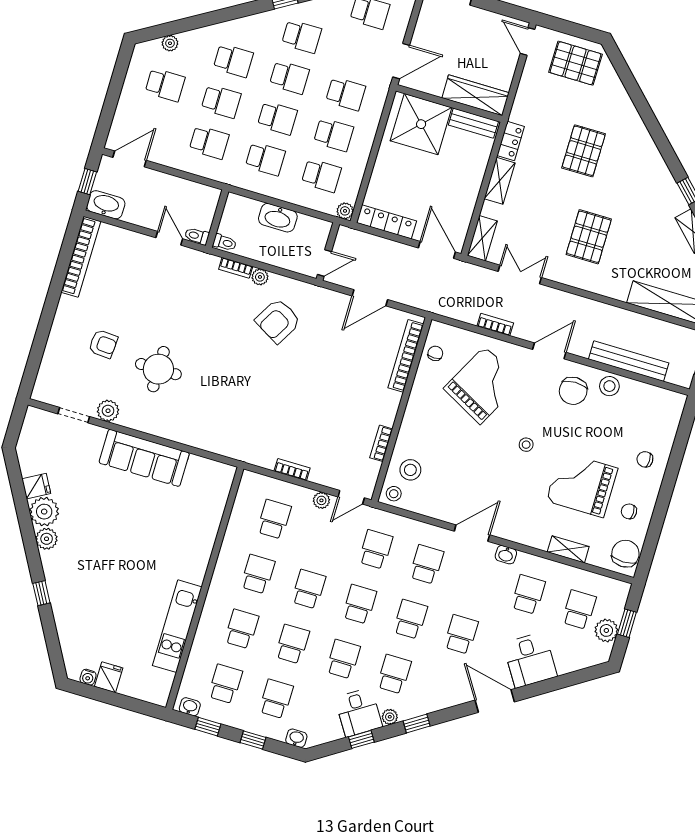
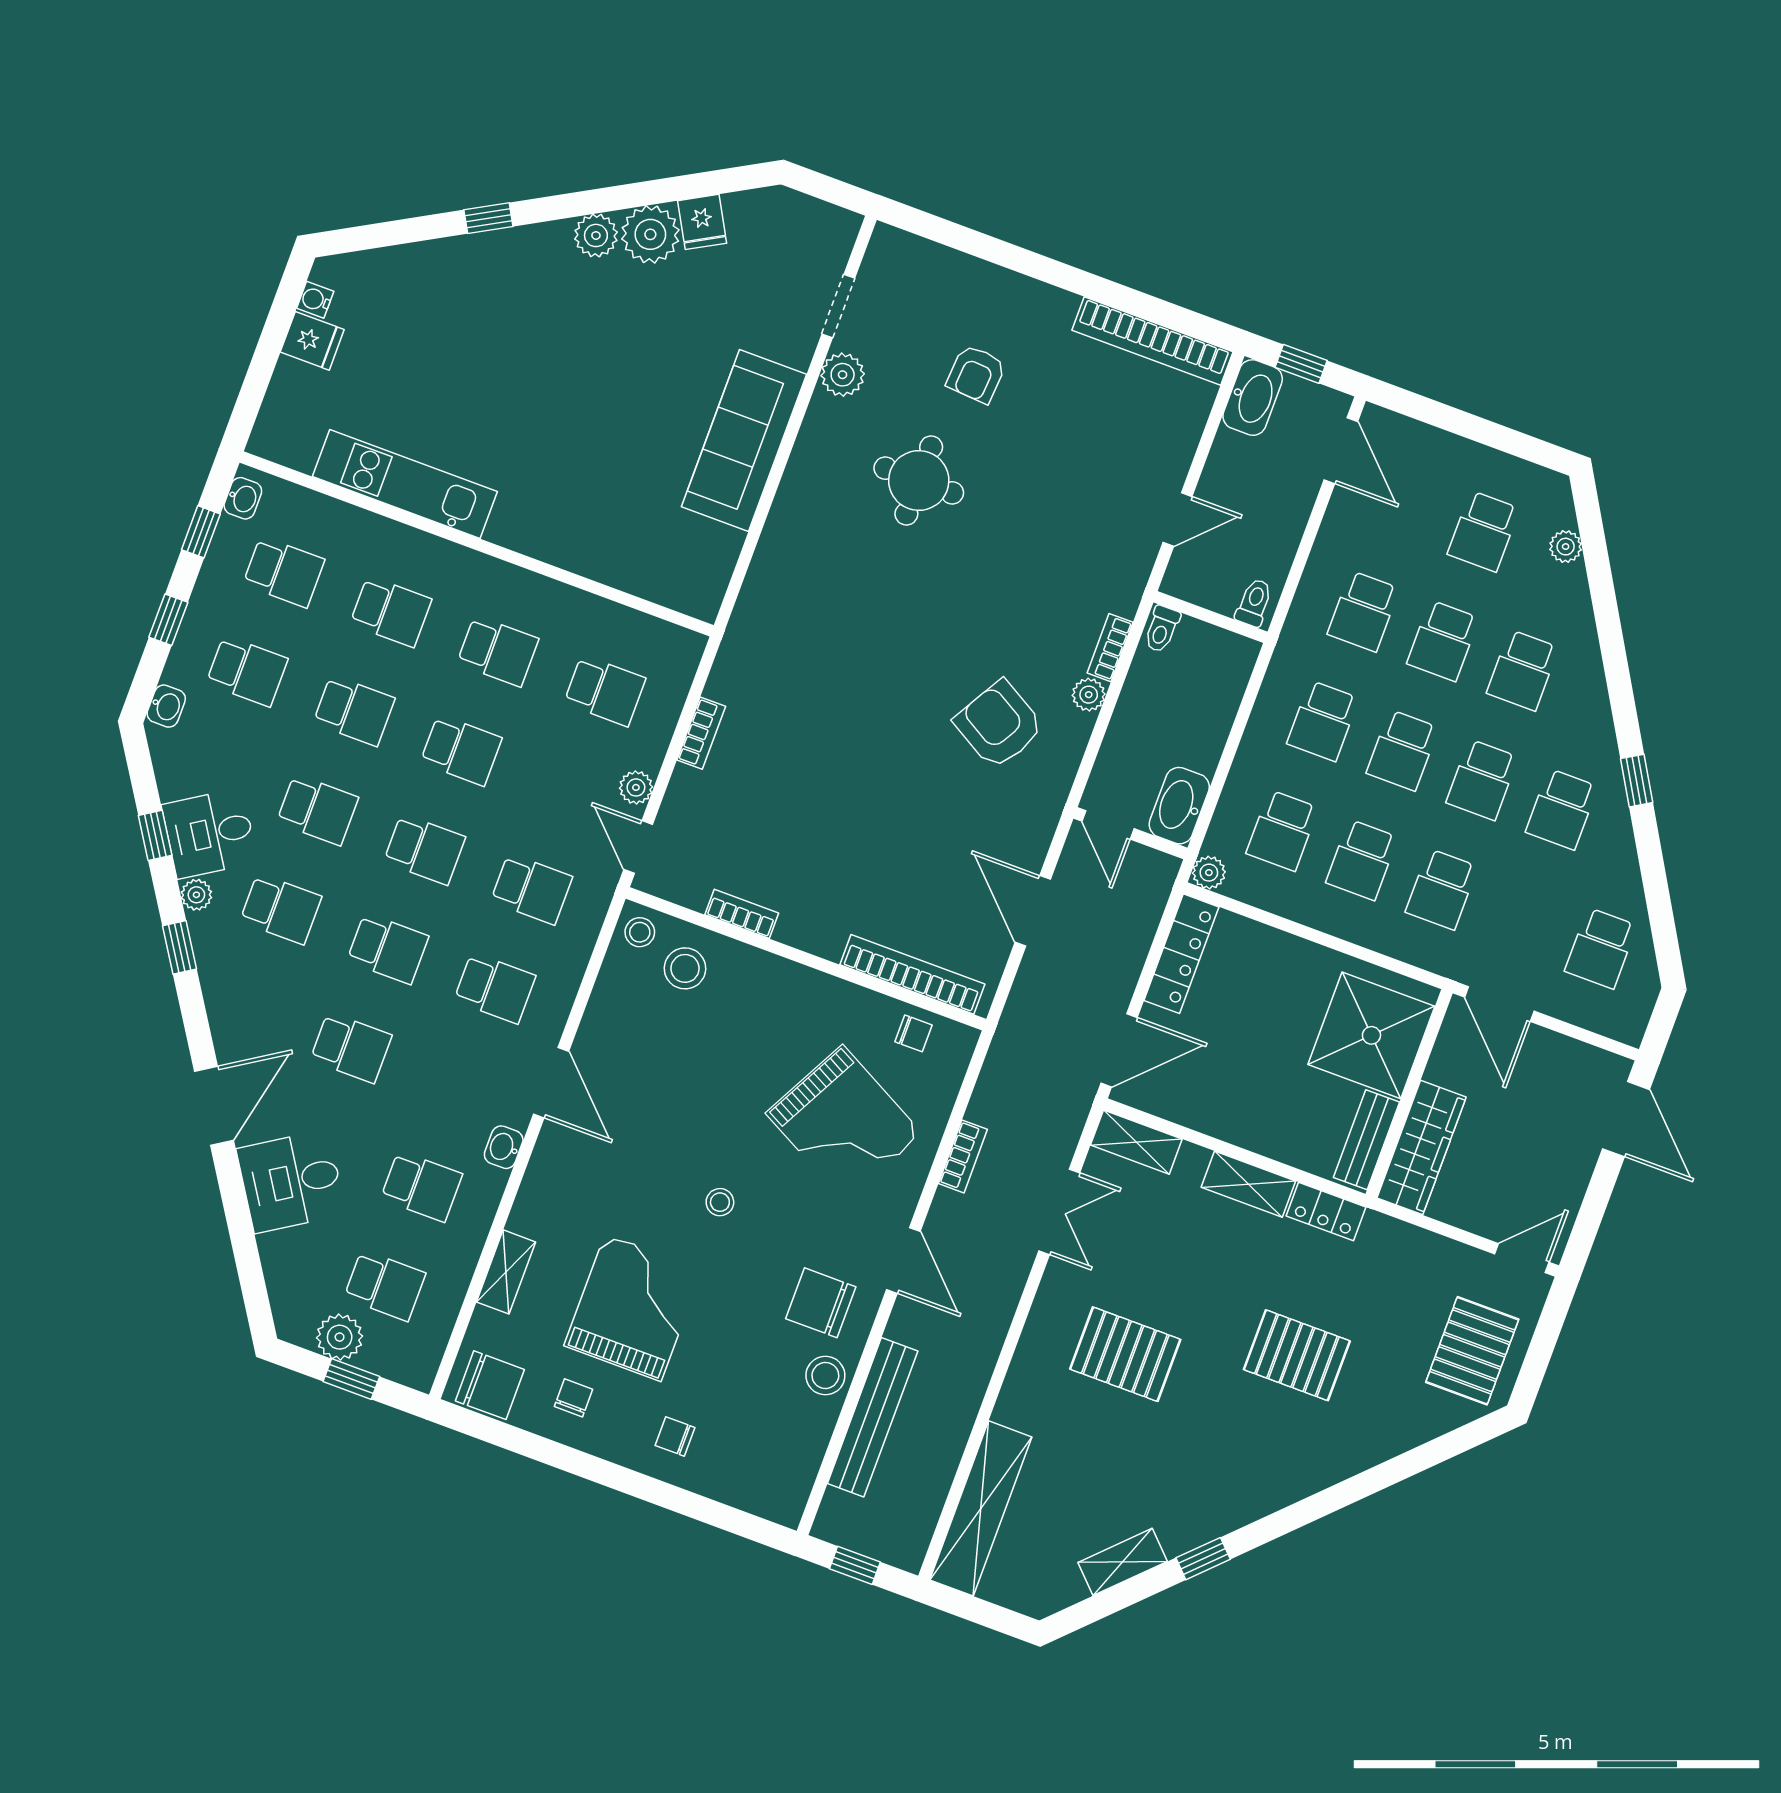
washbasin: (278, 218) -> (1179, 806), moved
toilet: (197, 236) -> (1254, 603), moved
chair: (645, 459) -> (675, 1436), turned -90

